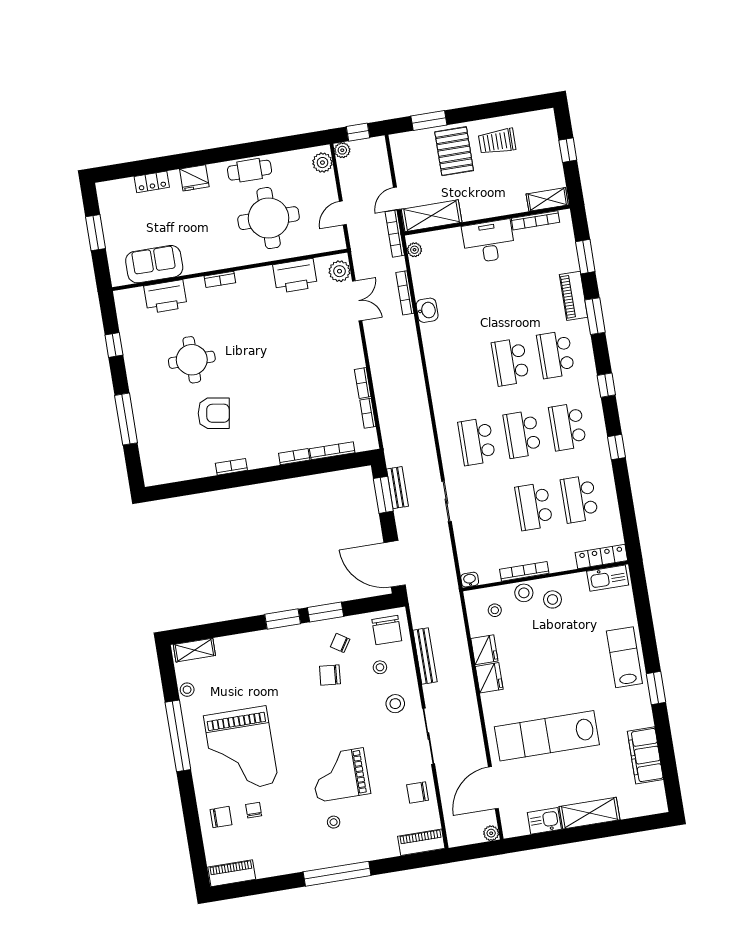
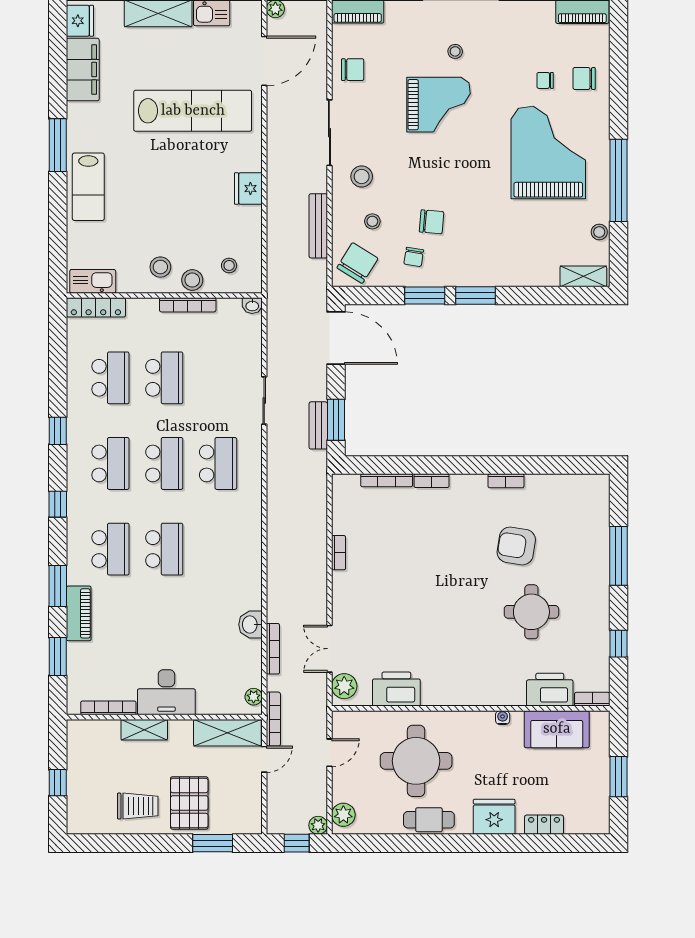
fridge: (194, 178) -> (494, 817), width x1.36, depth x1.34
shelving: (547, 199) -> (144, 730), moved
water cooler: (202, 267) -> (503, 718), added
bookcase: (220, 279) -> (592, 699), moved
bookcase: (368, 413) -> (338, 517), removed
chair: (387, 630) -> (357, 263), turned 32
chair: (340, 643) -> (414, 257), turned 66
fridge: (484, 650) -> (80, 21), moved, turned 180
window: (656, 688) -> (58, 145), width x1.44
chair: (254, 810) -> (545, 80), turned 90

